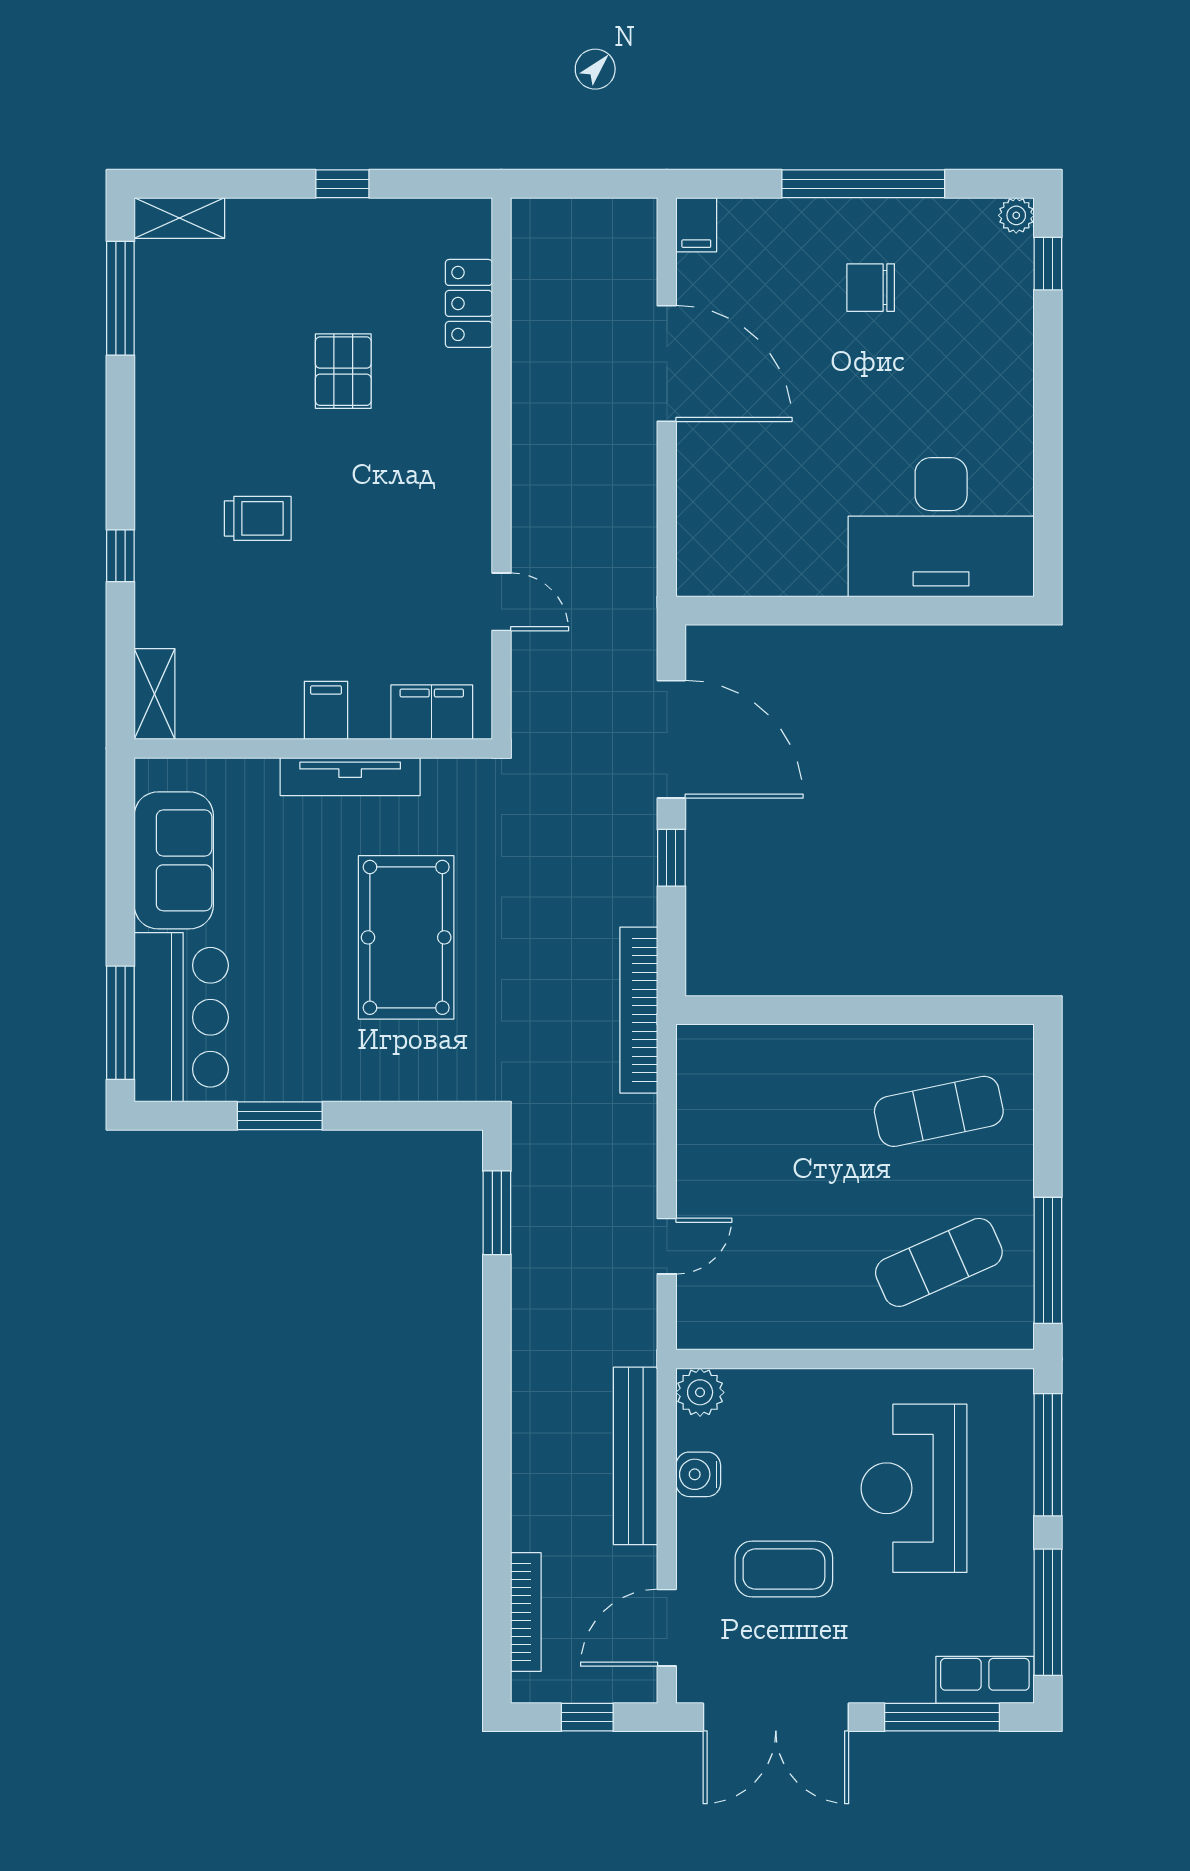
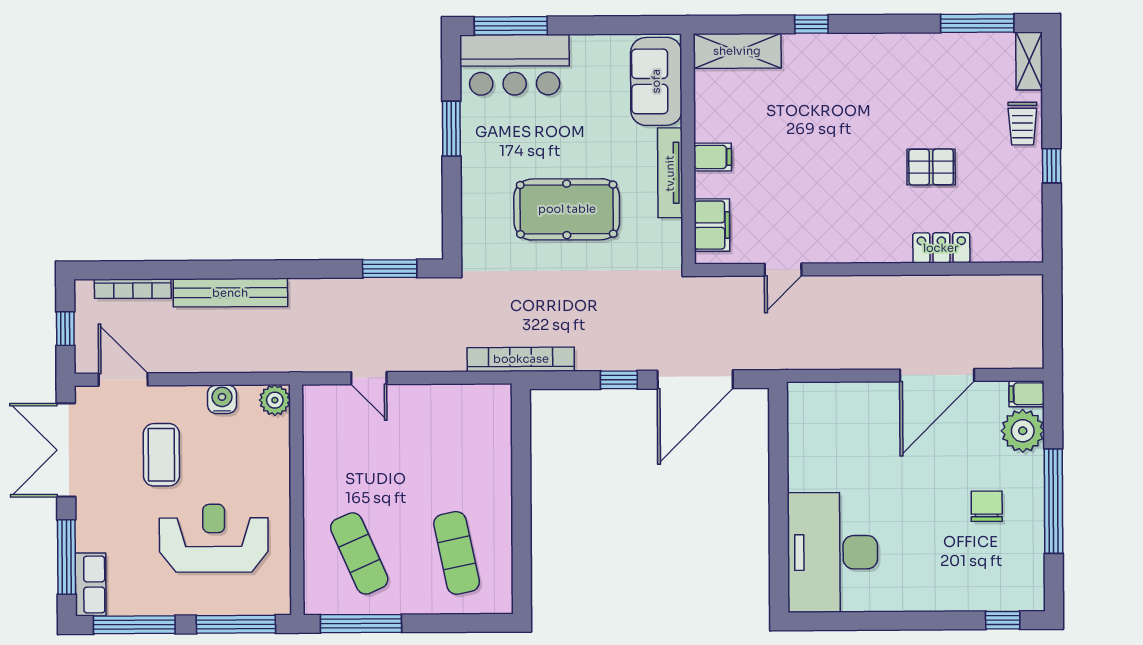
plant: (1016, 215) -> (1023, 431), moved, width x1.87, depth x1.87
locker: (469, 303) -> (941, 248), moved
trolley: (258, 518) -> (1022, 124), moved
shelving: (155, 694) -> (737, 51), width x1.50, depth x1.33
sofa: (174, 860) -> (656, 81), moved, turned 90
bench: (636, 1456) -> (230, 293), moved

